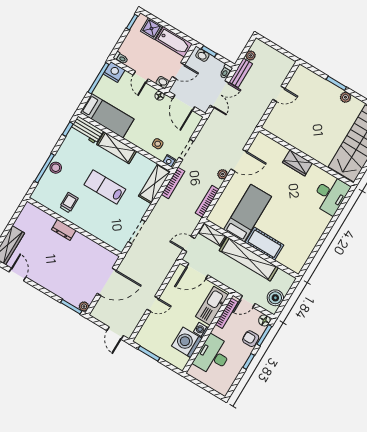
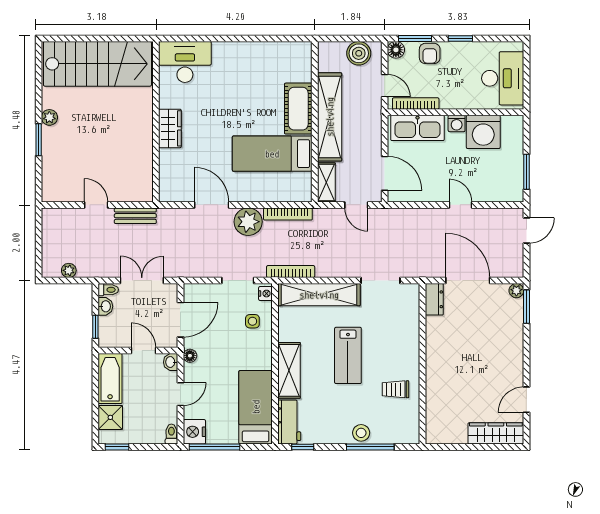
washbasin: (202, 55) -> (105, 306), moved
bench: (241, 73) -> (135, 216), moved
plant: (223, 174) -> (248, 222), width x1.87, depth x1.87
shelving: (155, 184) -> (319, 295), width x1.47
dresser: (64, 230) -> (434, 299), moved
desk: (213, 355) -> (503, 78), moved, turned -90

